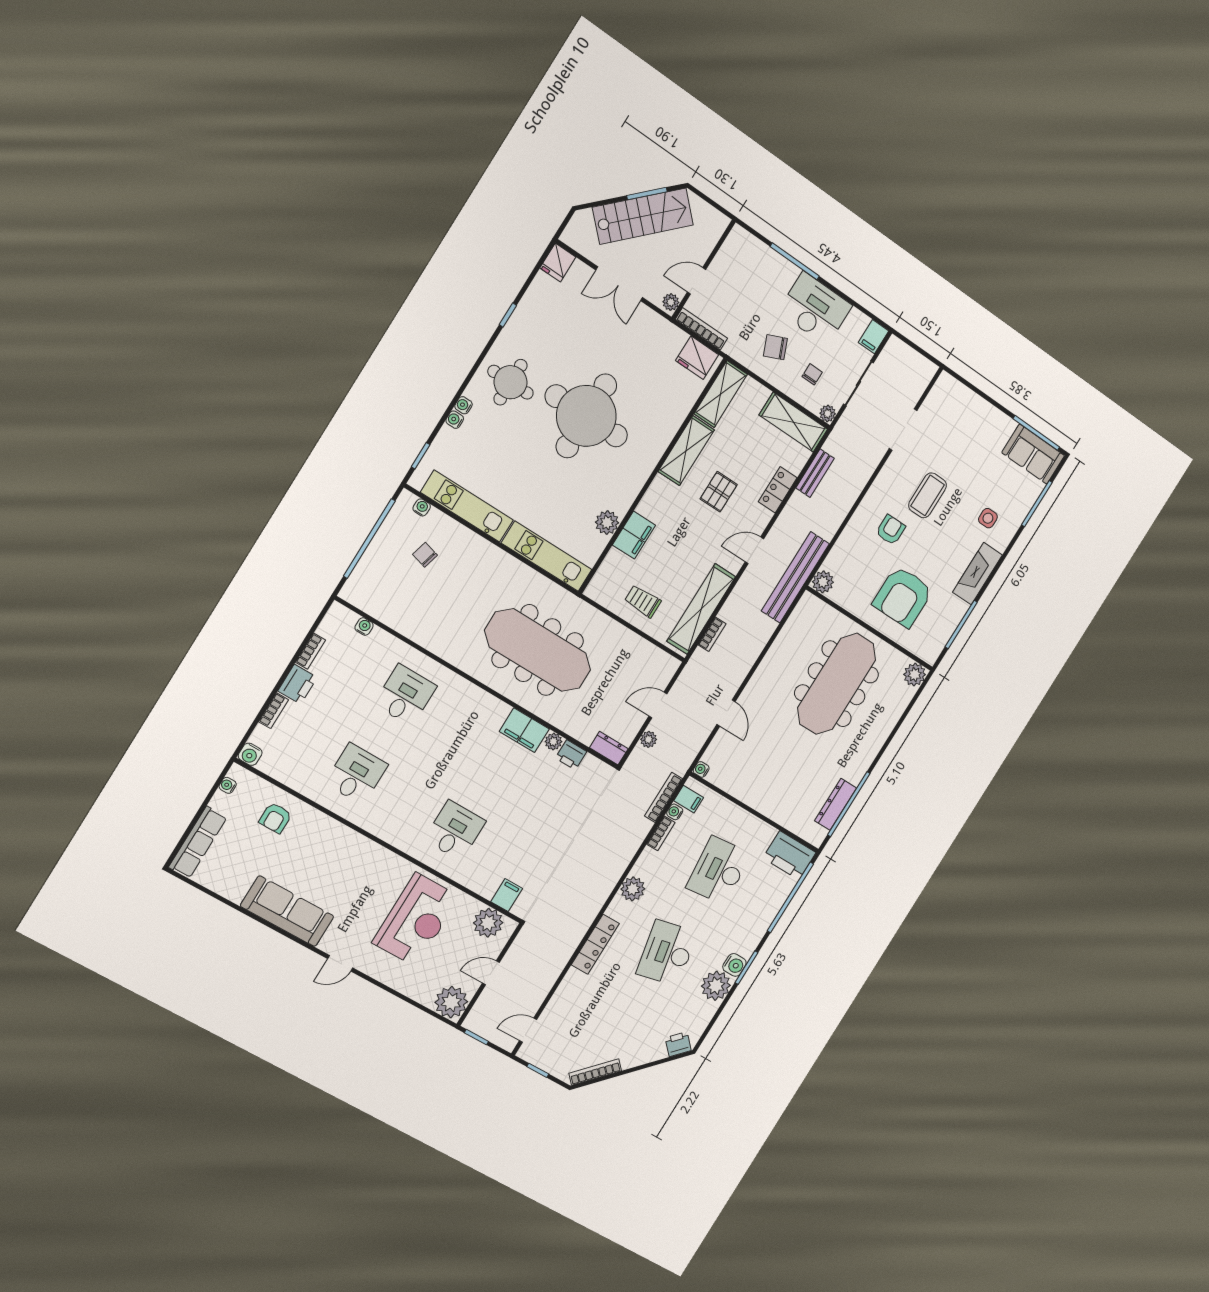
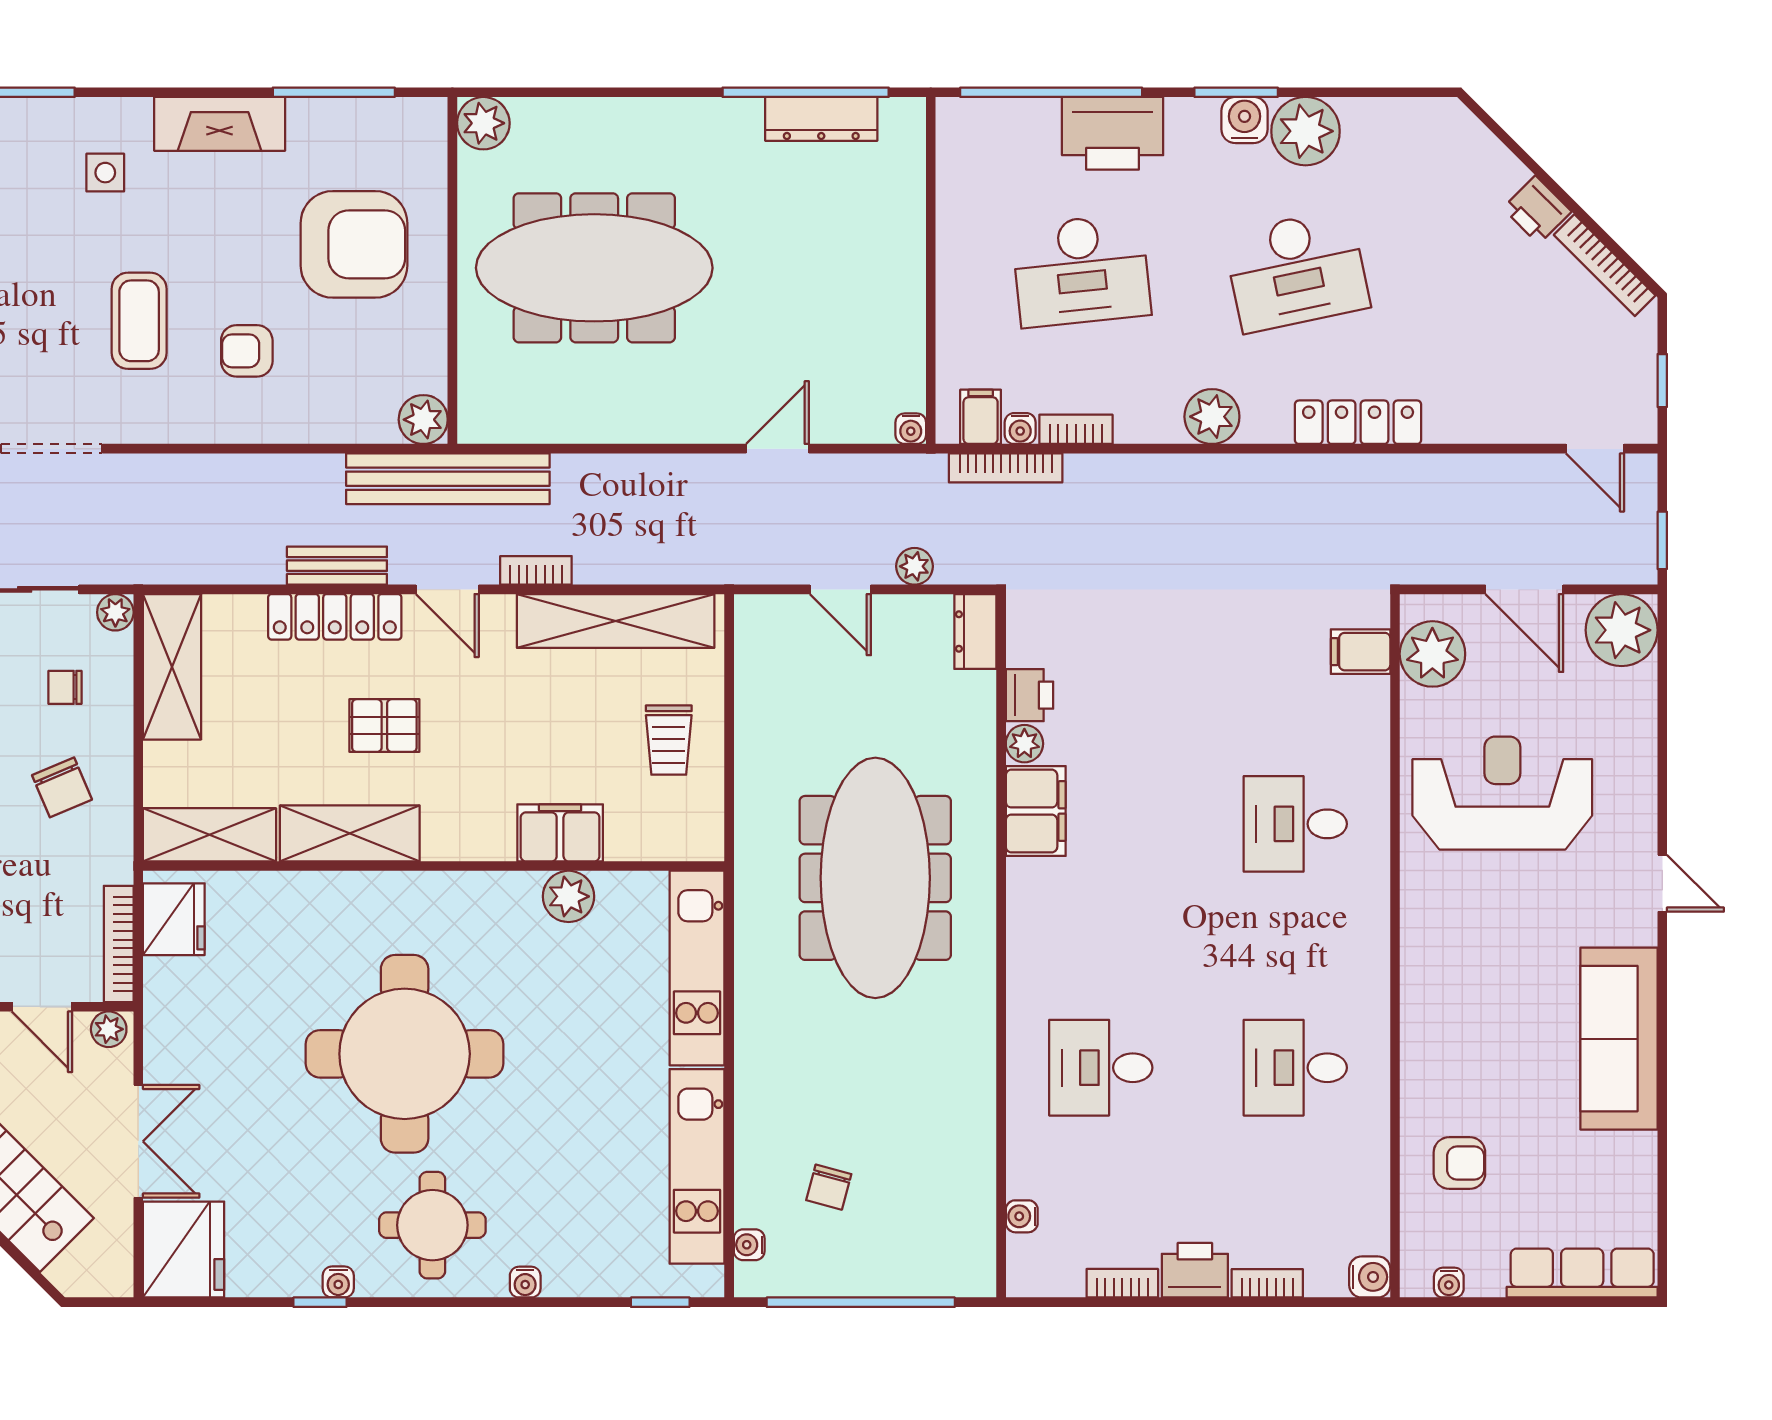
fridge: (558, 262) -> (184, 1250), width x1.88, depth x1.34
water cooler: (455, 420) -> (338, 1282), moved
bench: (815, 473) -> (337, 566), moved
locker: (778, 490) -> (335, 617), width x1.53
coffee table: (928, 495) -> (139, 321), turned 90
bookcase: (712, 634) -> (536, 570), moved
printer: (789, 855) -> (1113, 133), moved, turned 90
door: (491, 973) -> (1524, 589), width x1.38
printer: (678, 1044) -> (1537, 210), moved

